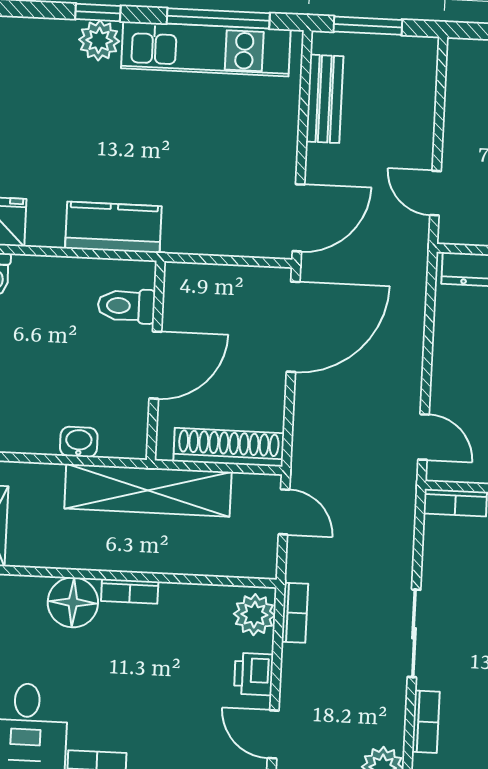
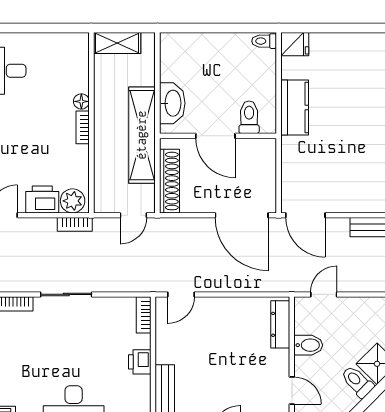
washbasin: (79, 442) -> (172, 103), width x1.91, depth x1.45
floor lamp: (73, 602) -> (81, 101), width x0.53, depth x0.53
printer: (254, 674) -> (42, 199), width x1.36, depth x1.24

